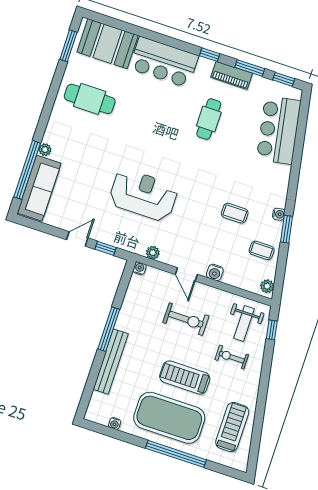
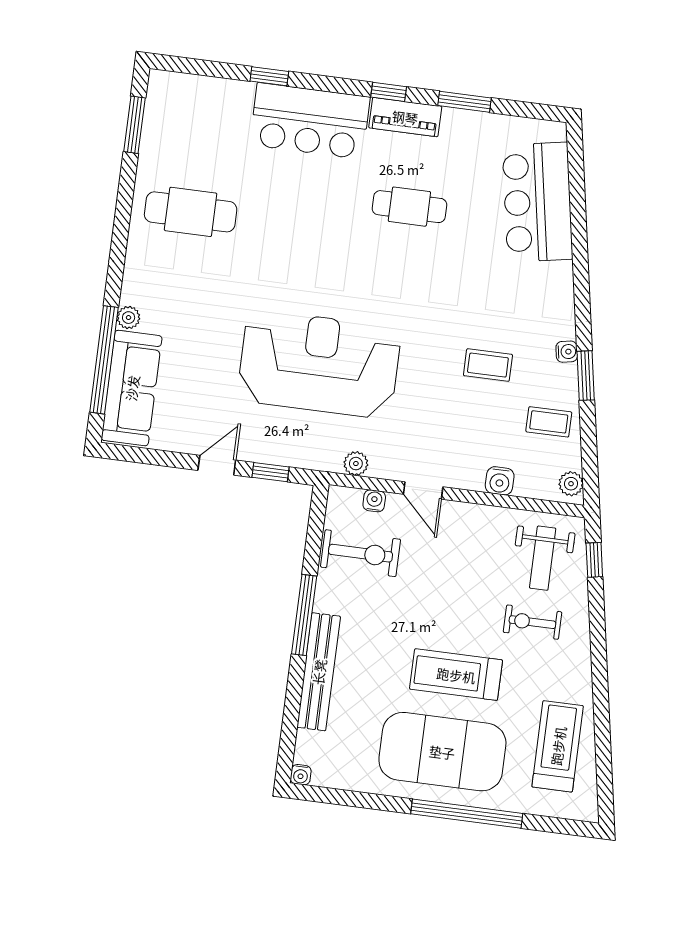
booth: (108, 44) -> (203, 108), removed
piano: (232, 75) -> (405, 117), moved
window: (284, 79) -> (269, 76), moved
cafe table: (209, 119) -> (409, 207), turned 90
reception desk: (143, 195) -> (319, 364), width x1.36, depth x1.30
water cooler: (139, 268) -> (374, 501), moved
water cooler: (215, 272) -> (500, 481), moved
exercise bike: (186, 319) -> (361, 553), moved
water cooler: (115, 424) -> (301, 775), moved

